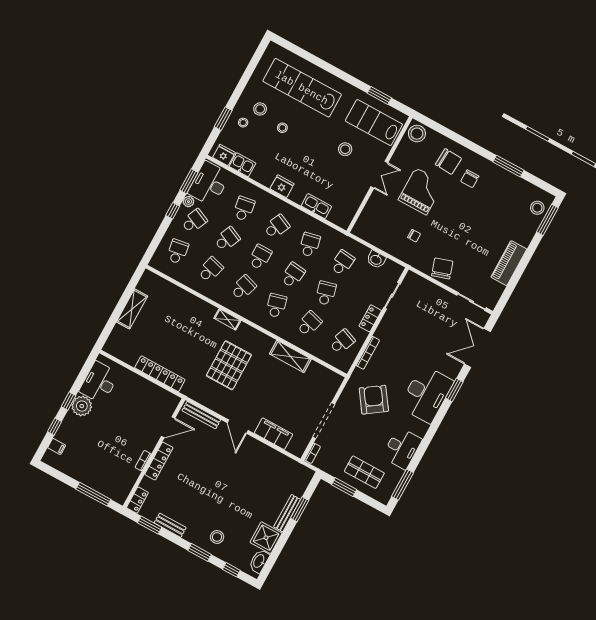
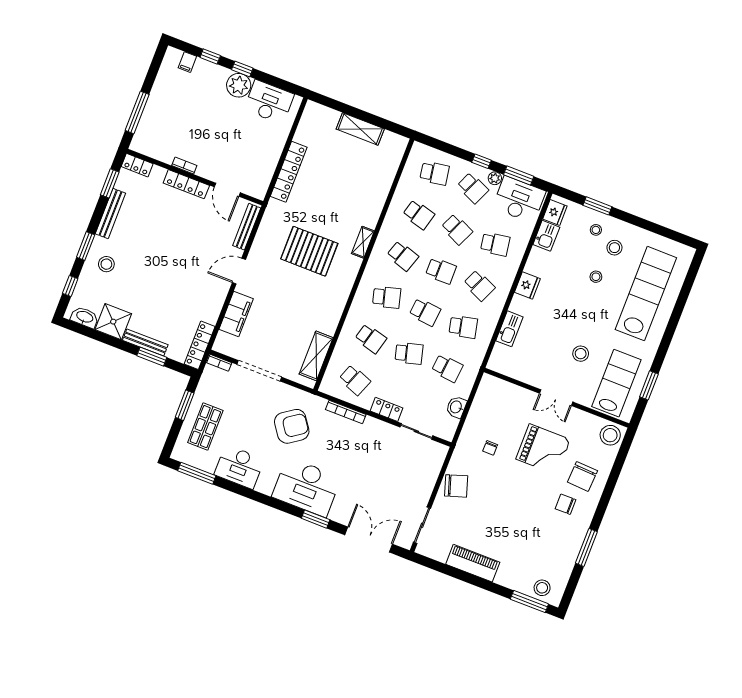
shelving: (290, 356) -> (316, 356), moved
locker: (296, 468) -> (200, 345), added
bench: (170, 525) -> (110, 214), width x1.36

